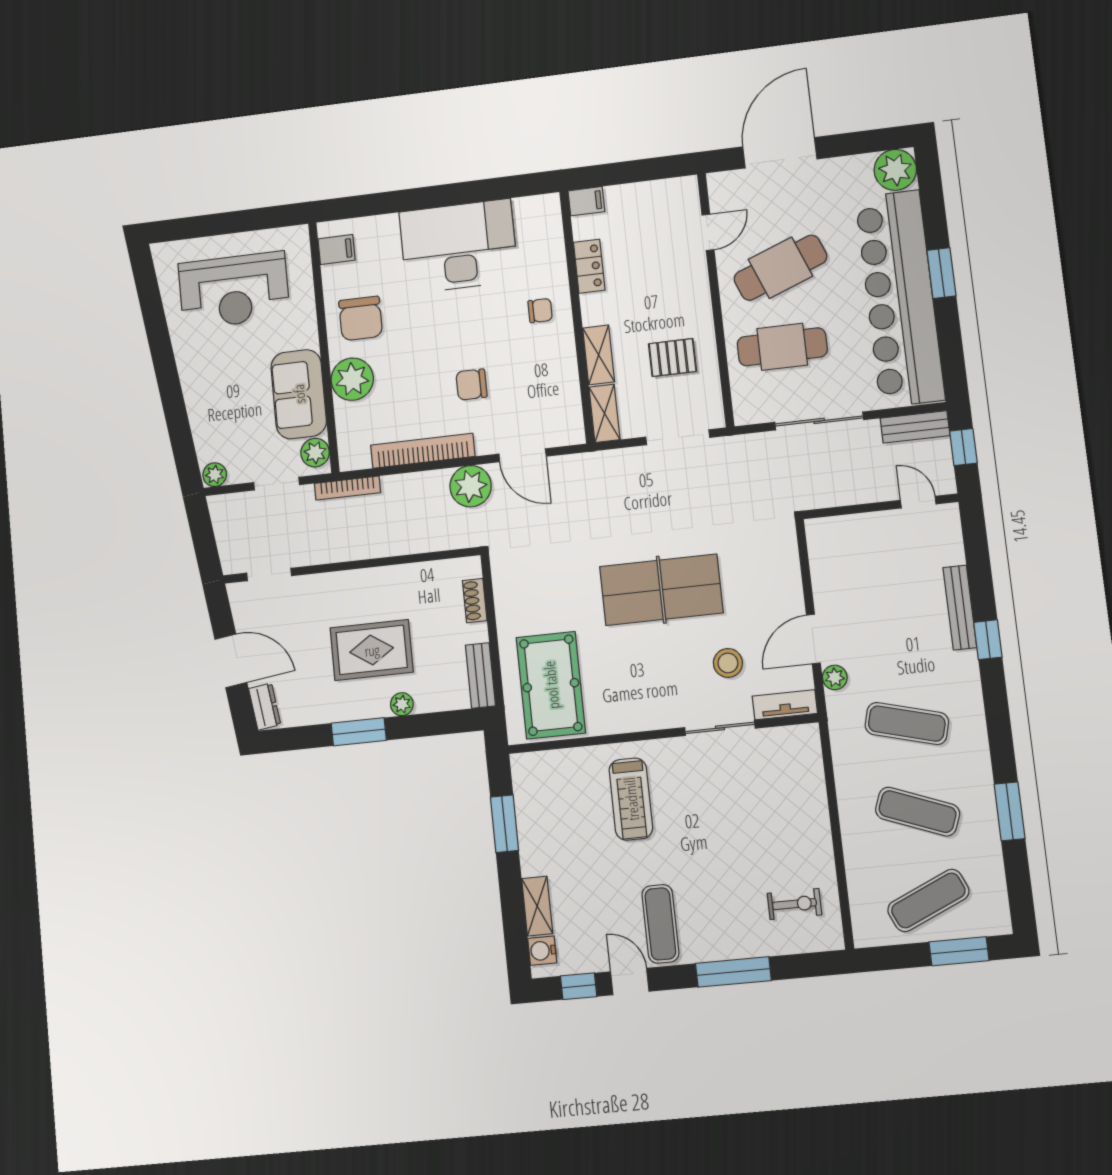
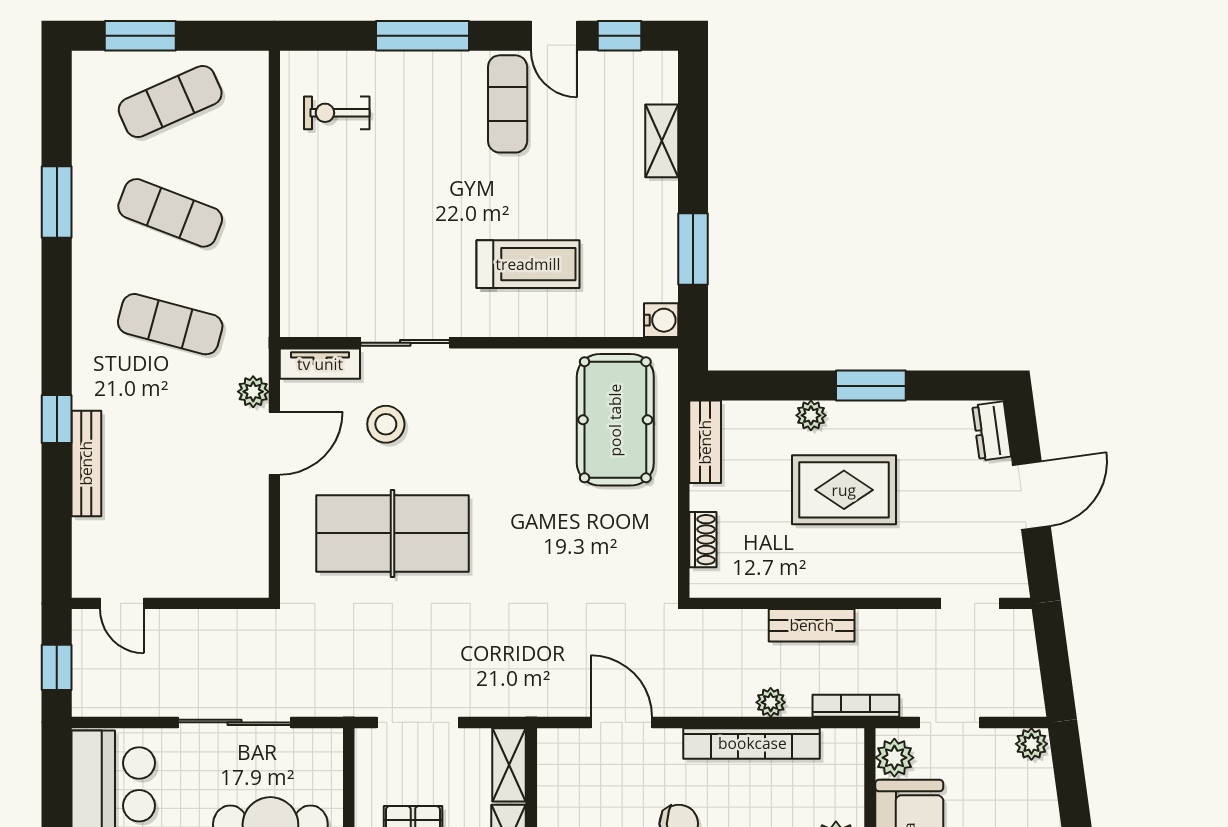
bench: (915, 427) -> (812, 625), moved
plant: (471, 486) -> (771, 702), moved, width x0.53, depth x0.53
table tennis table: (661, 590) -> (392, 533), moved
door: (231, 661) -> (1031, 496), swing flipped
treadmill: (631, 799) -> (528, 264), turned 90
water cooler: (542, 951) -> (661, 320), moved

